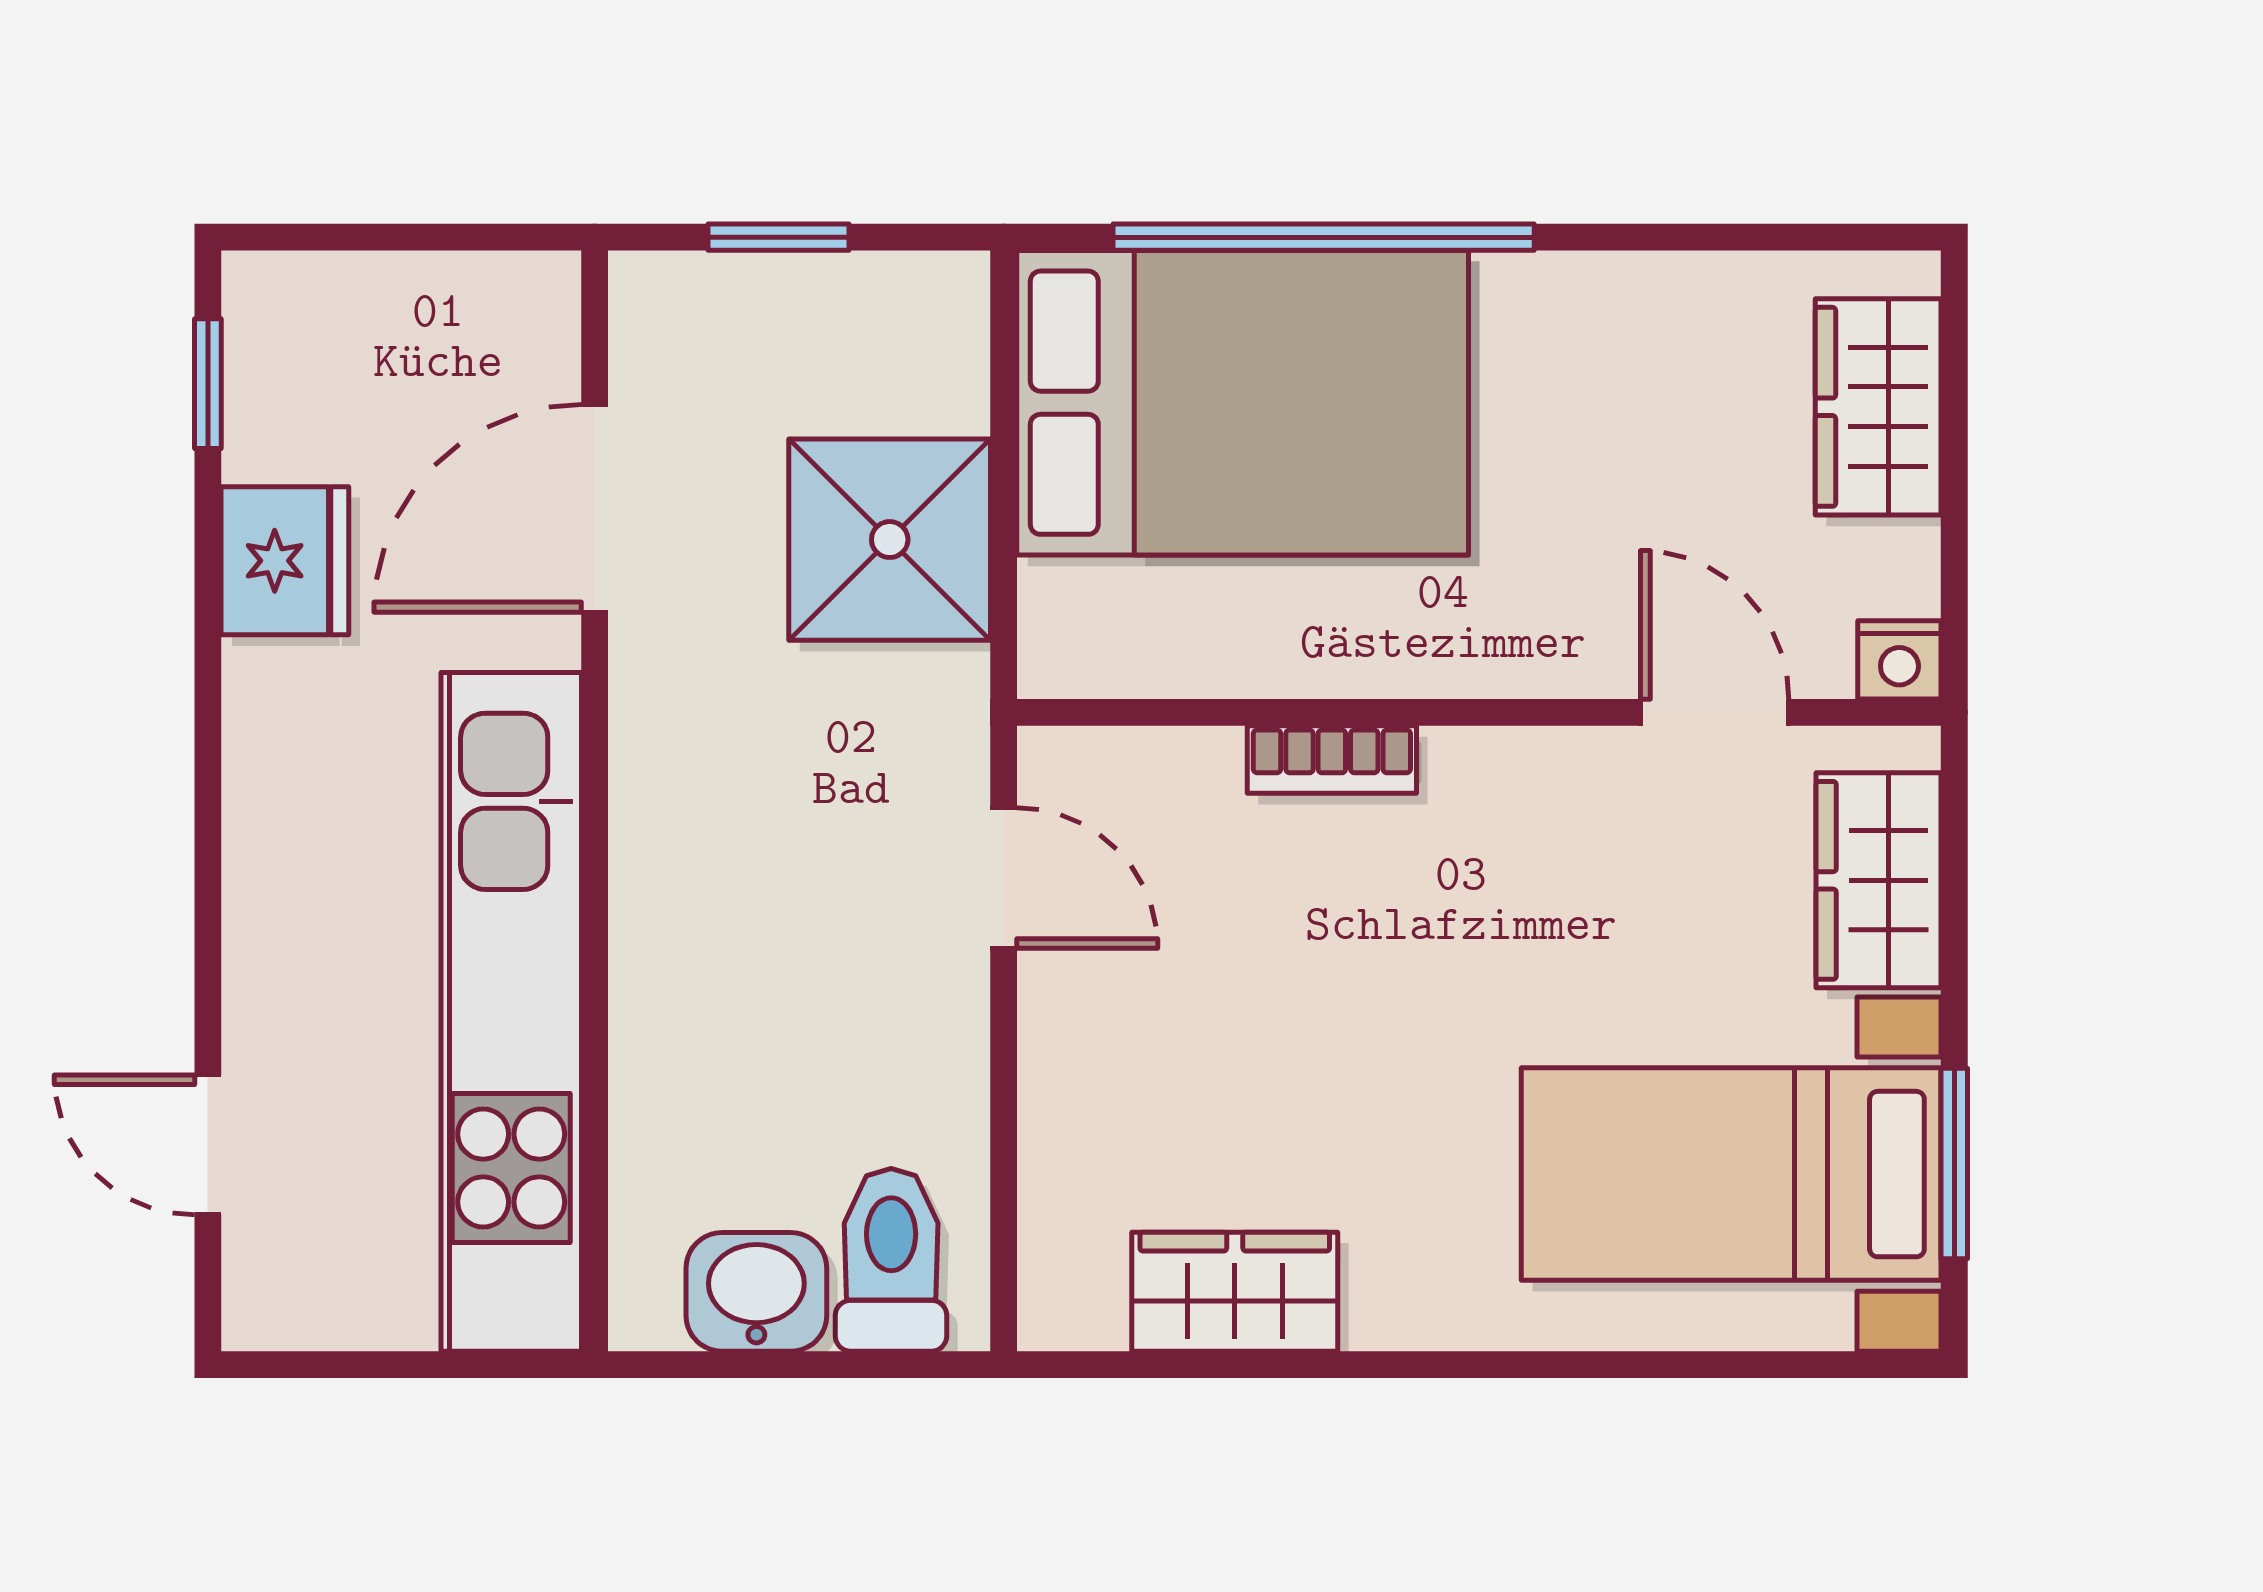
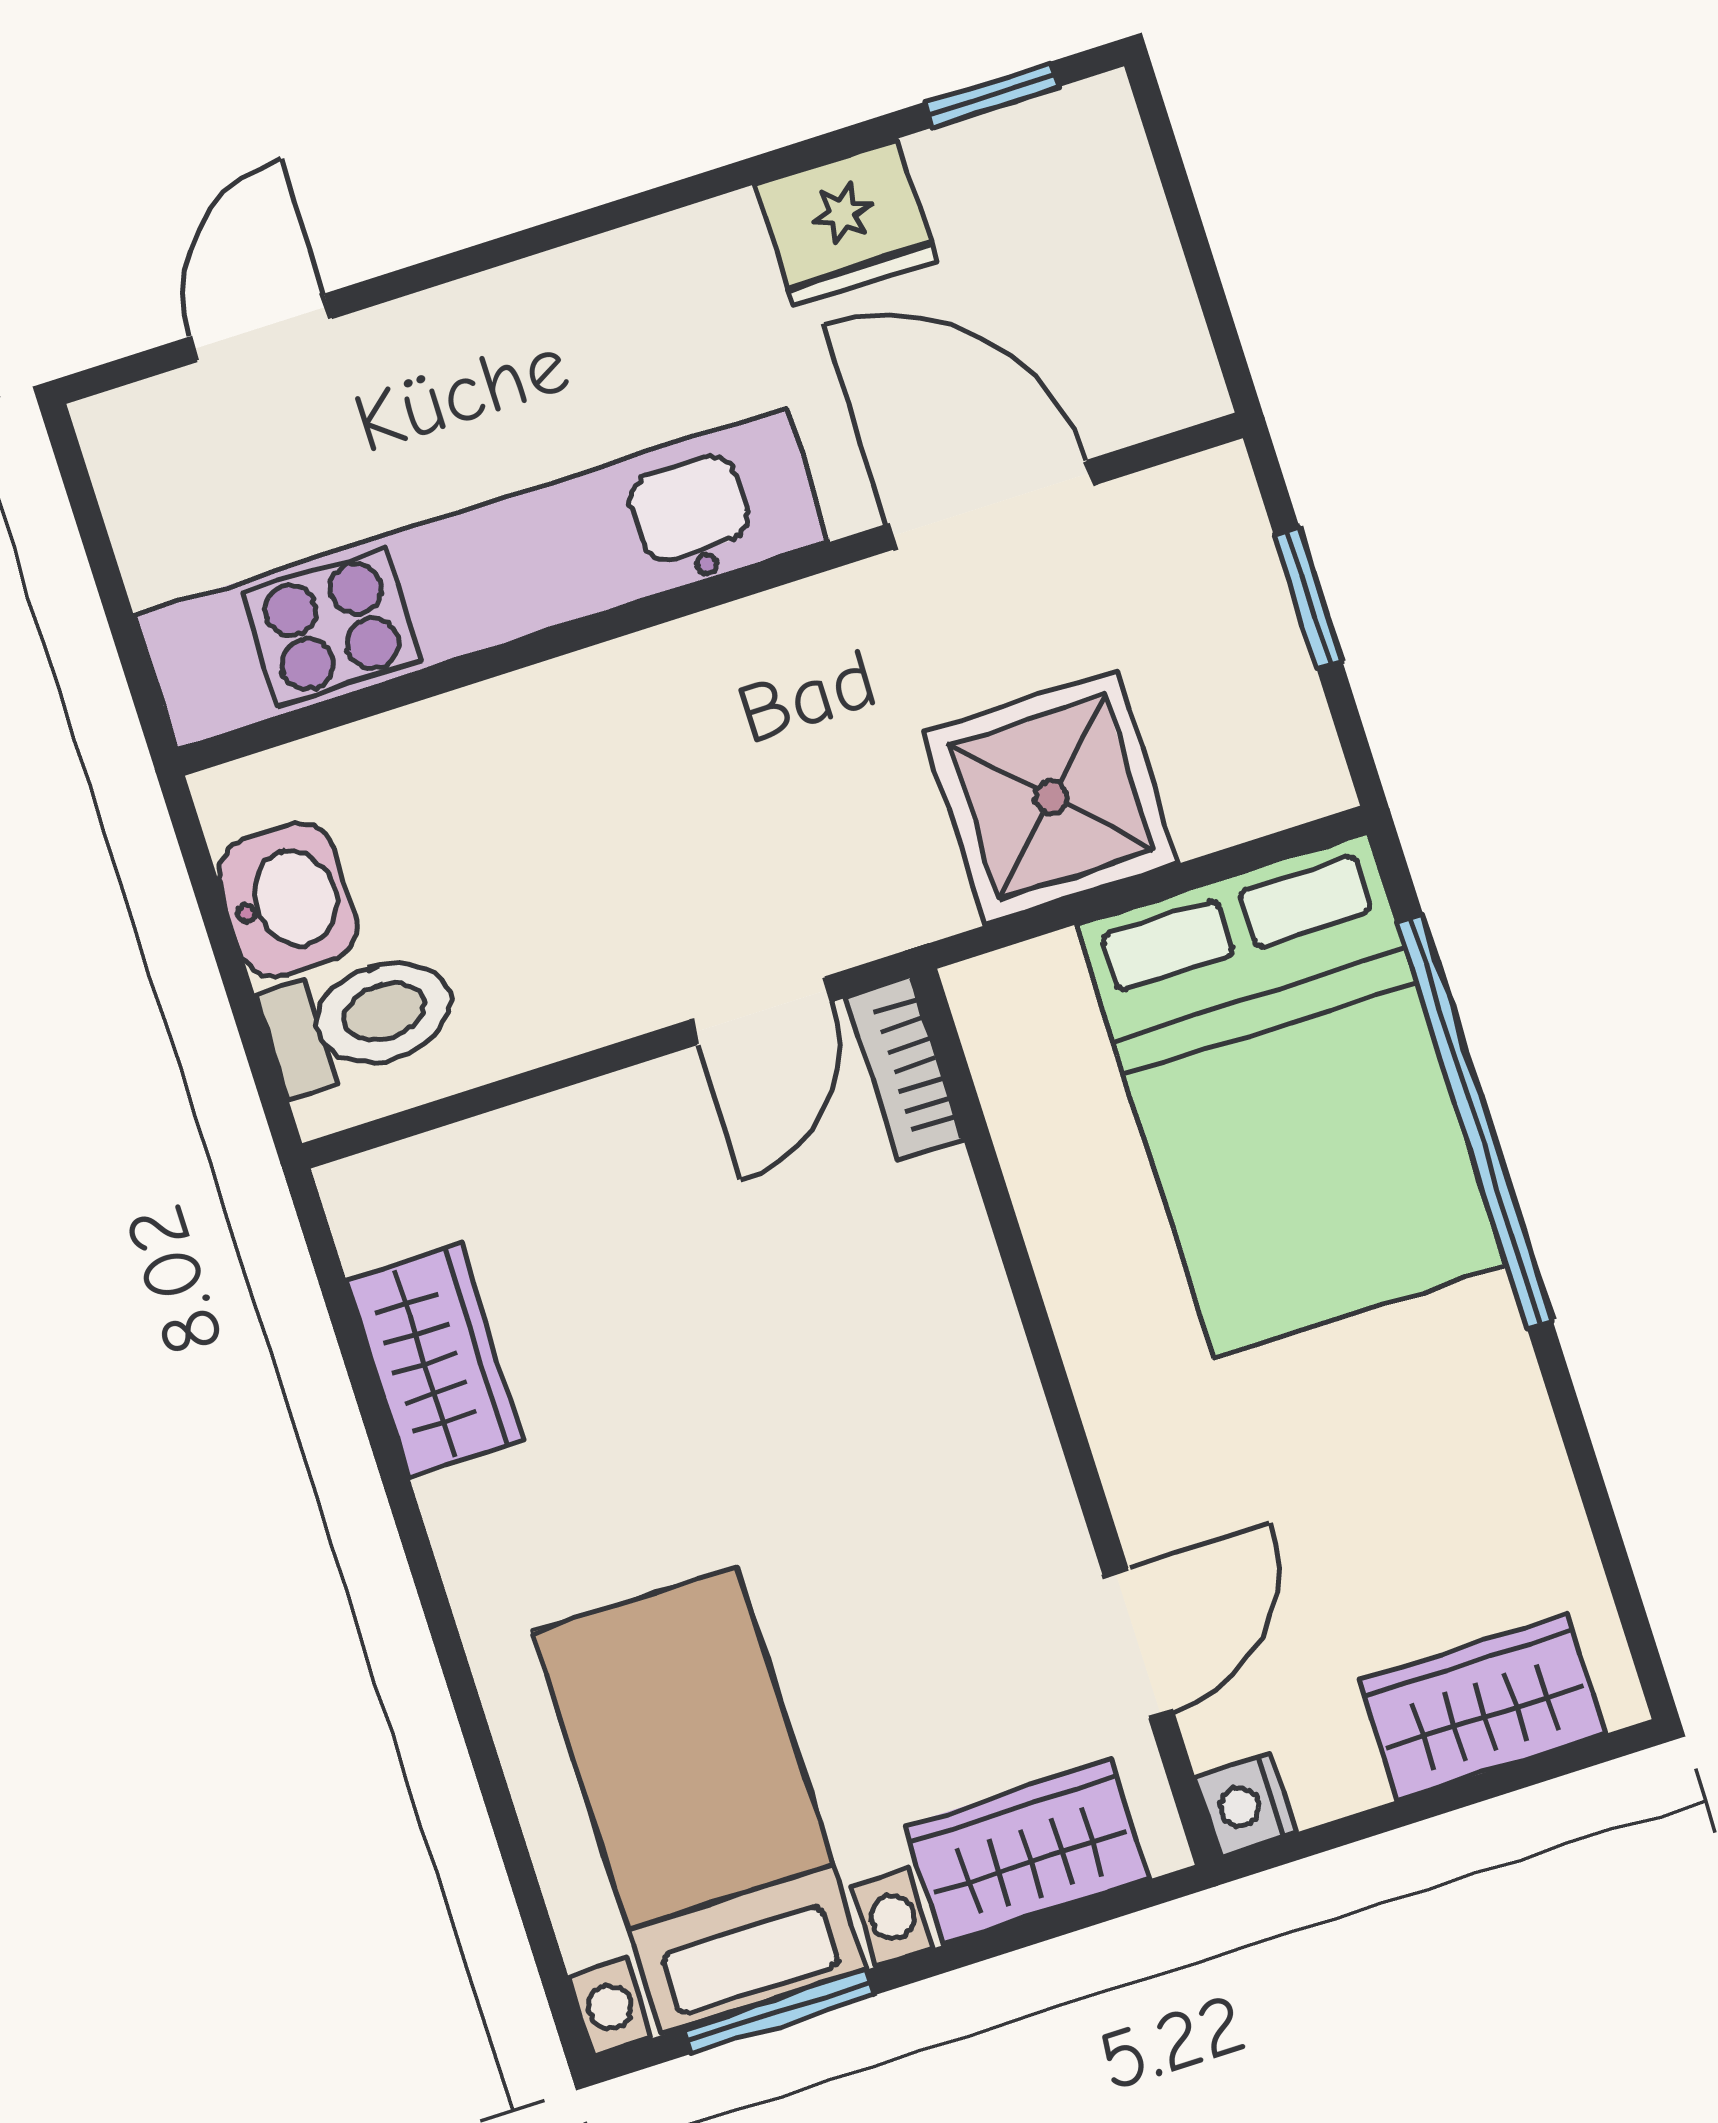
bookcase: (1332, 759) -> (905, 1068), moved

